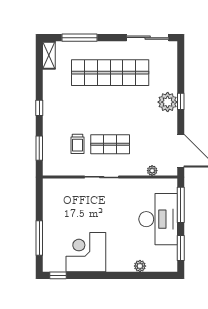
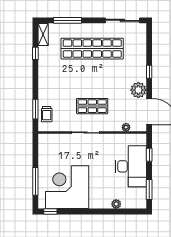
plant: (168, 102) -> (138, 90), moved
window: (39, 108) -> (35, 53), moved
trolley: (78, 144) -> (47, 114), moved
window: (181, 205) -> (149, 155), width x0.46
corner desk: (86, 252) -> (67, 187), width x1.36, depth x1.36

